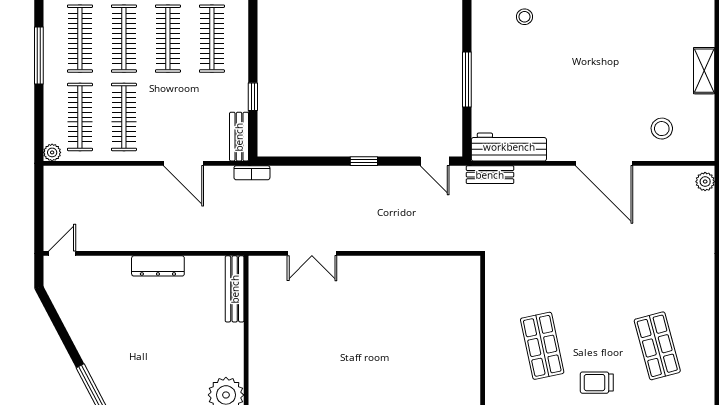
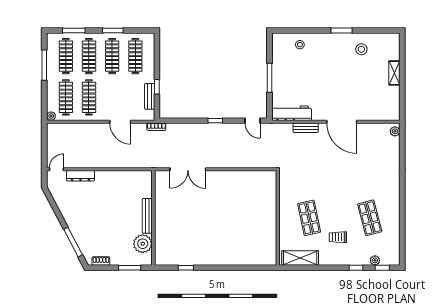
stool: (662, 129) -> (361, 49), moved
bench: (239, 137) -> (150, 96), moved
bench: (490, 175) -> (306, 128), moved
double door: (312, 253) -> (188, 169), width x1.37
dresser: (158, 266) -> (81, 176), moved
bench: (235, 289) -> (147, 216), moved

